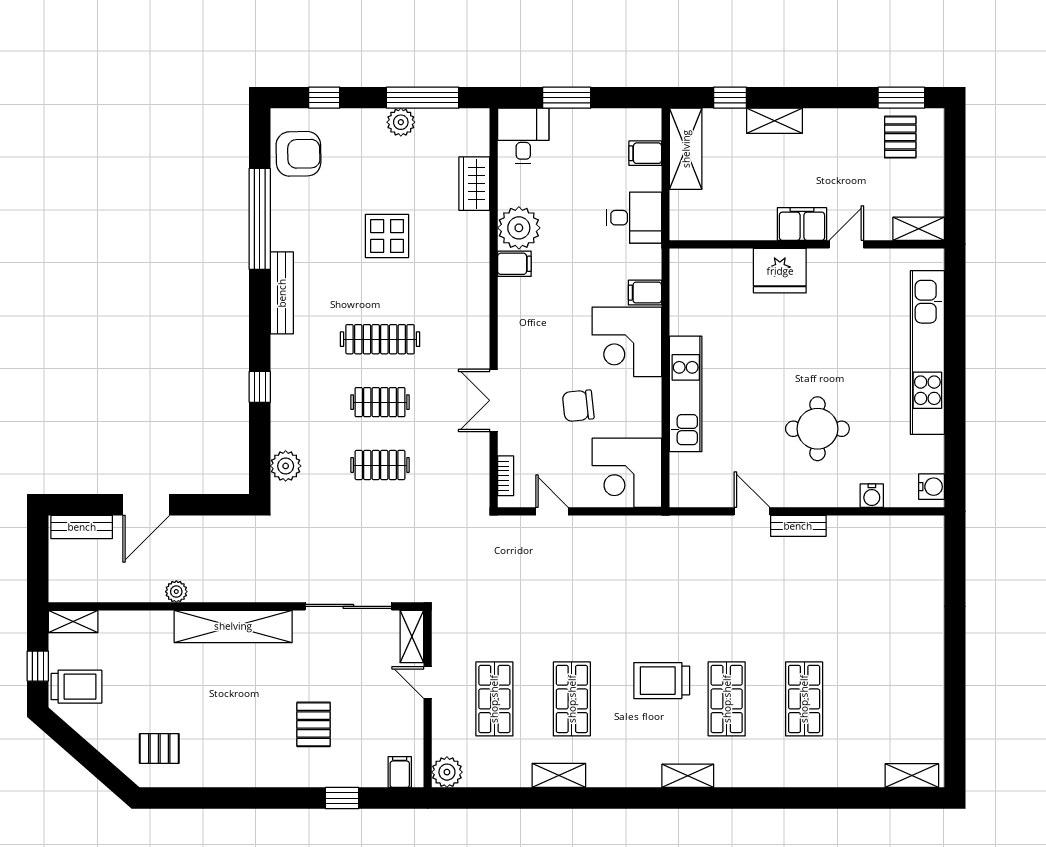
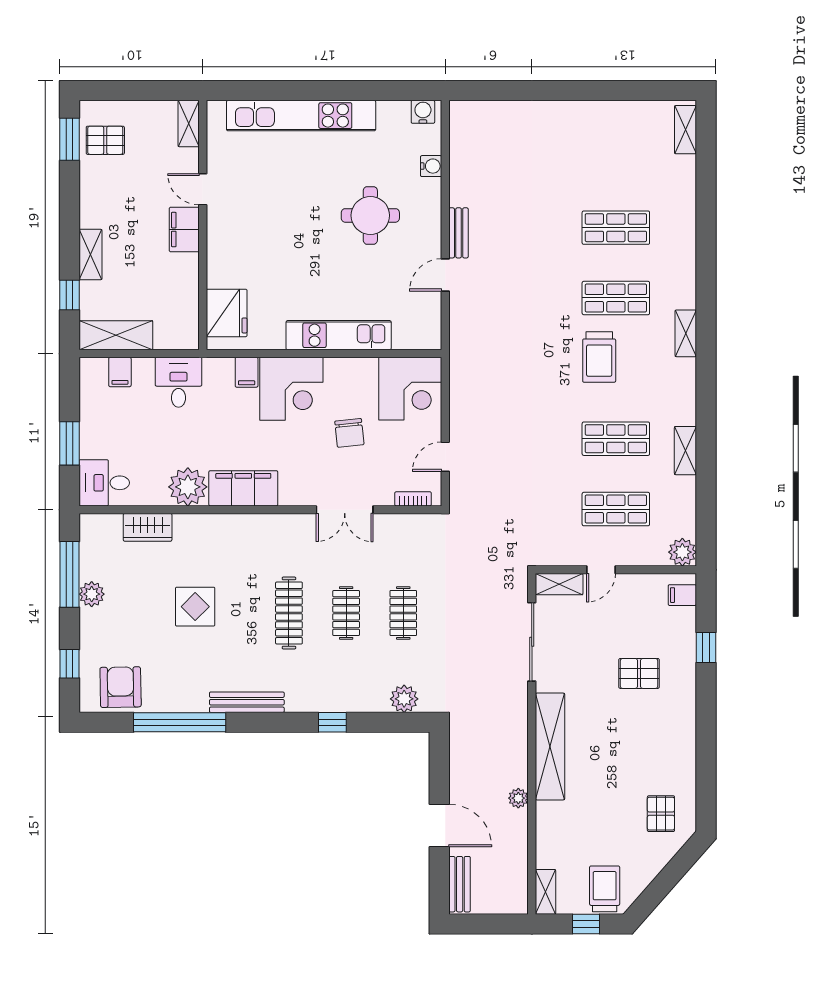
filing cabinet: (514, 264) -> (243, 488), width x3.00, depth x1.17
fridge: (780, 271) -> (227, 313), moved

